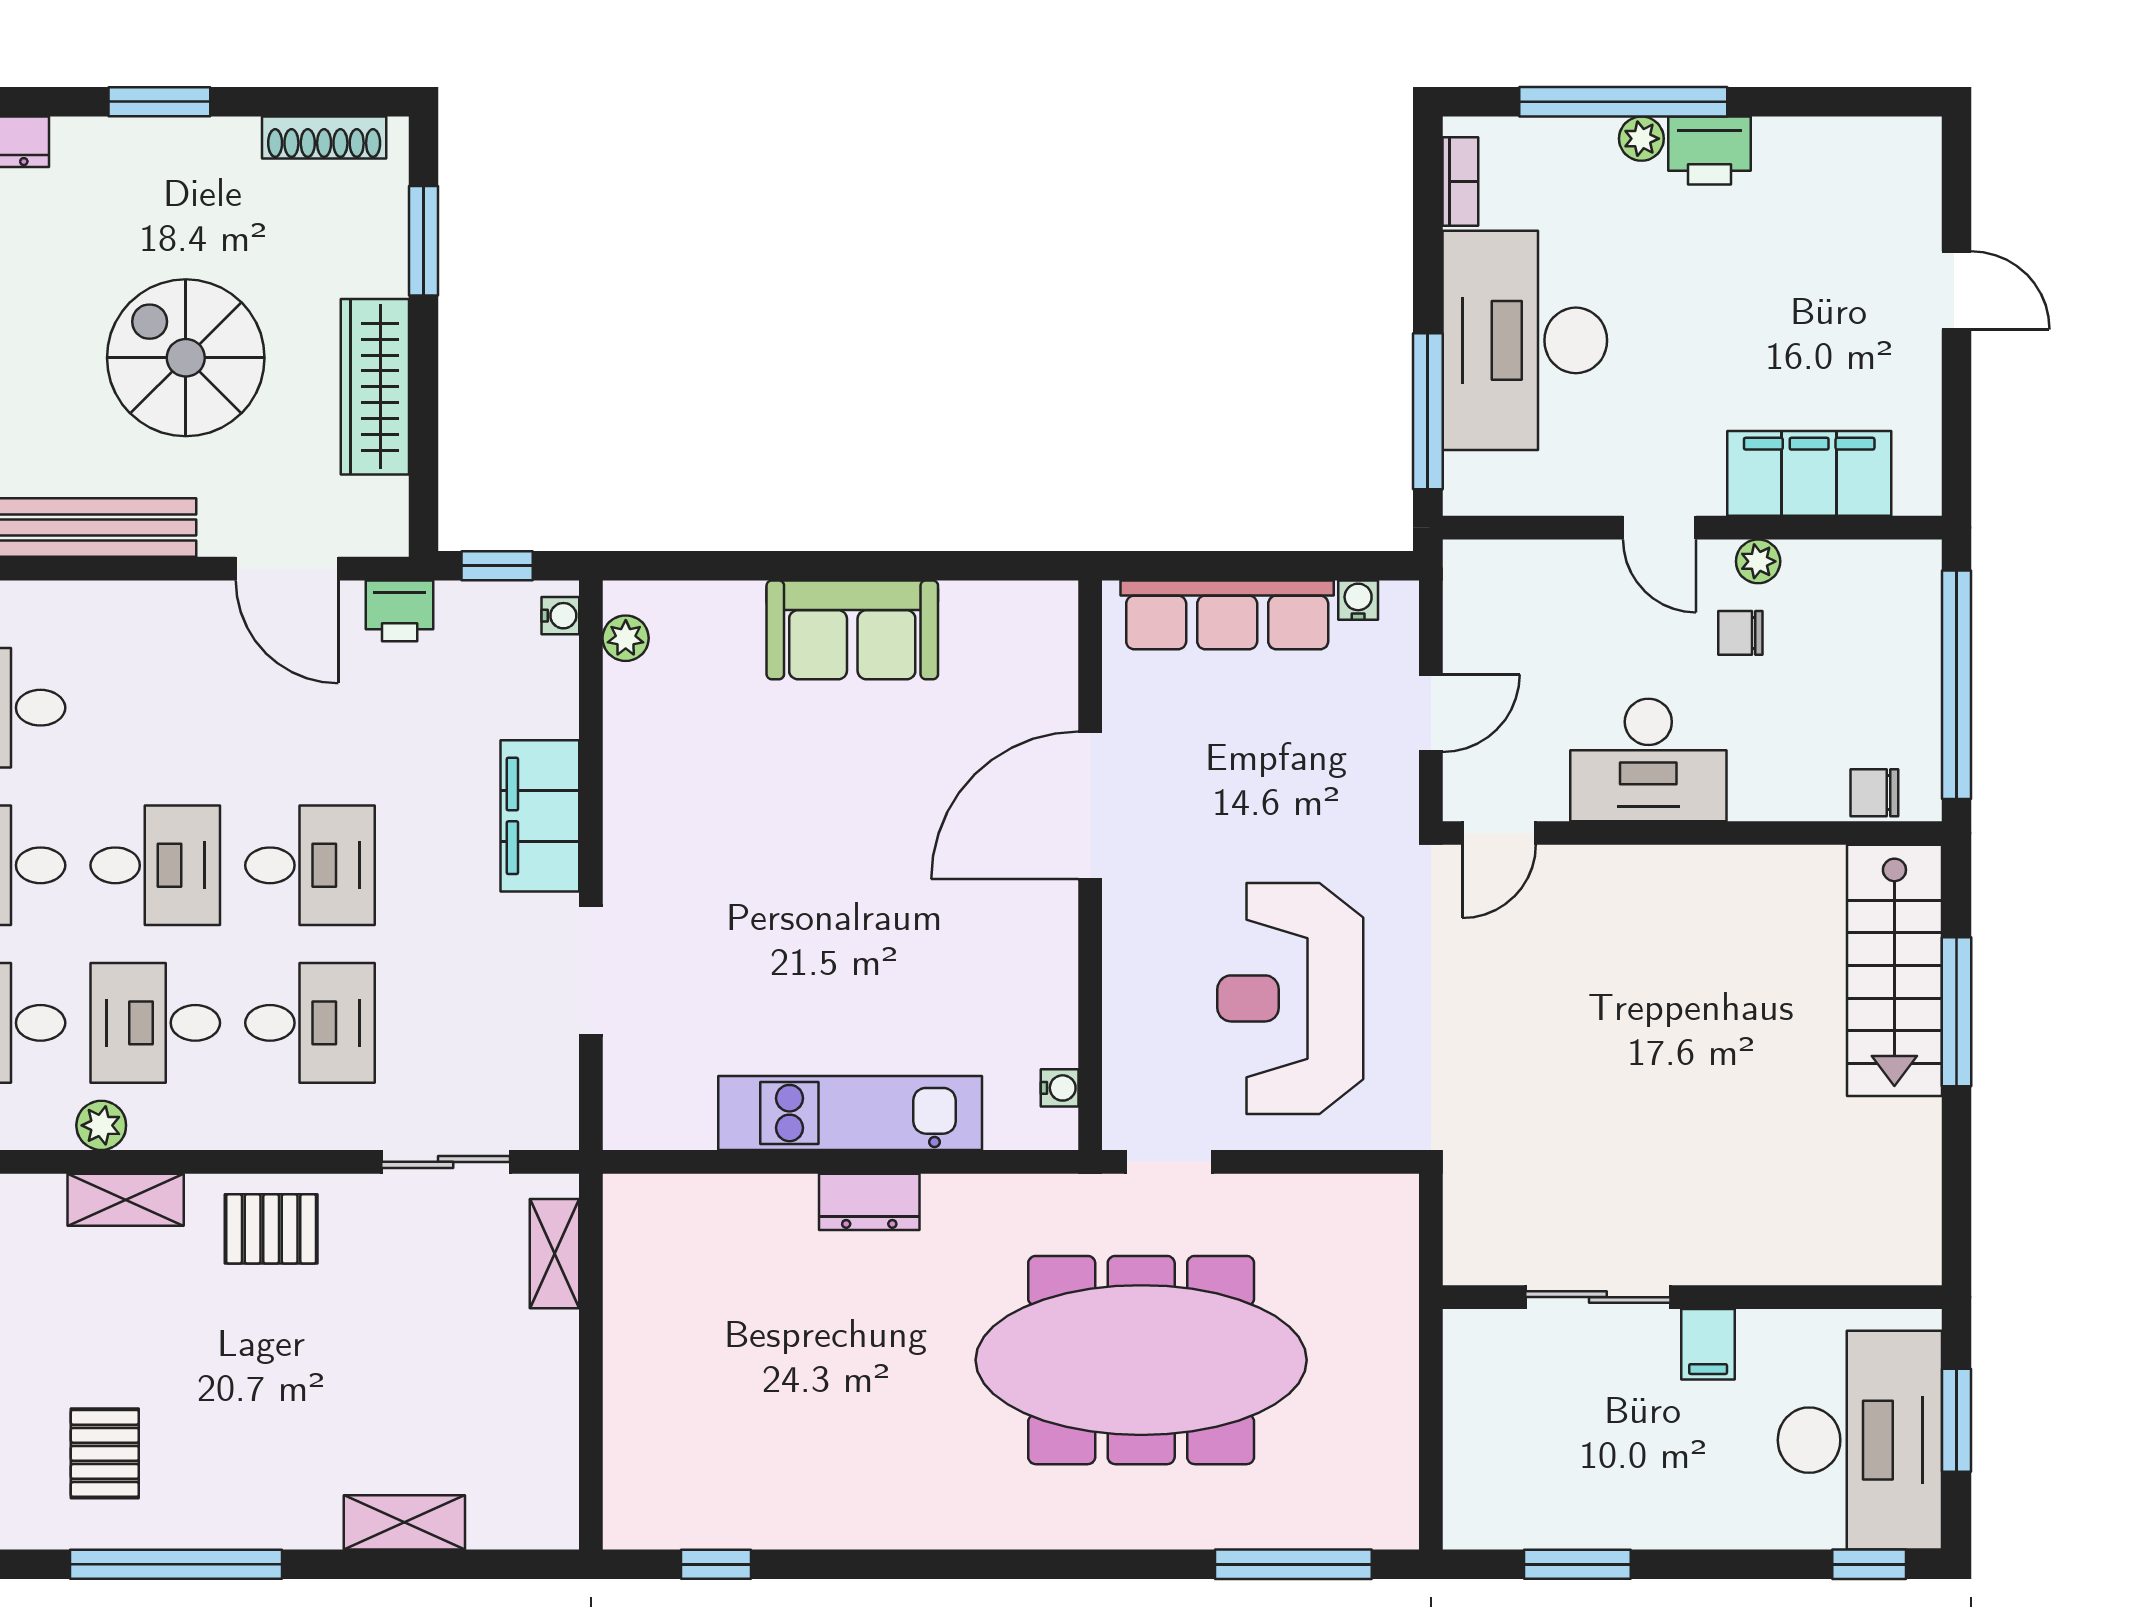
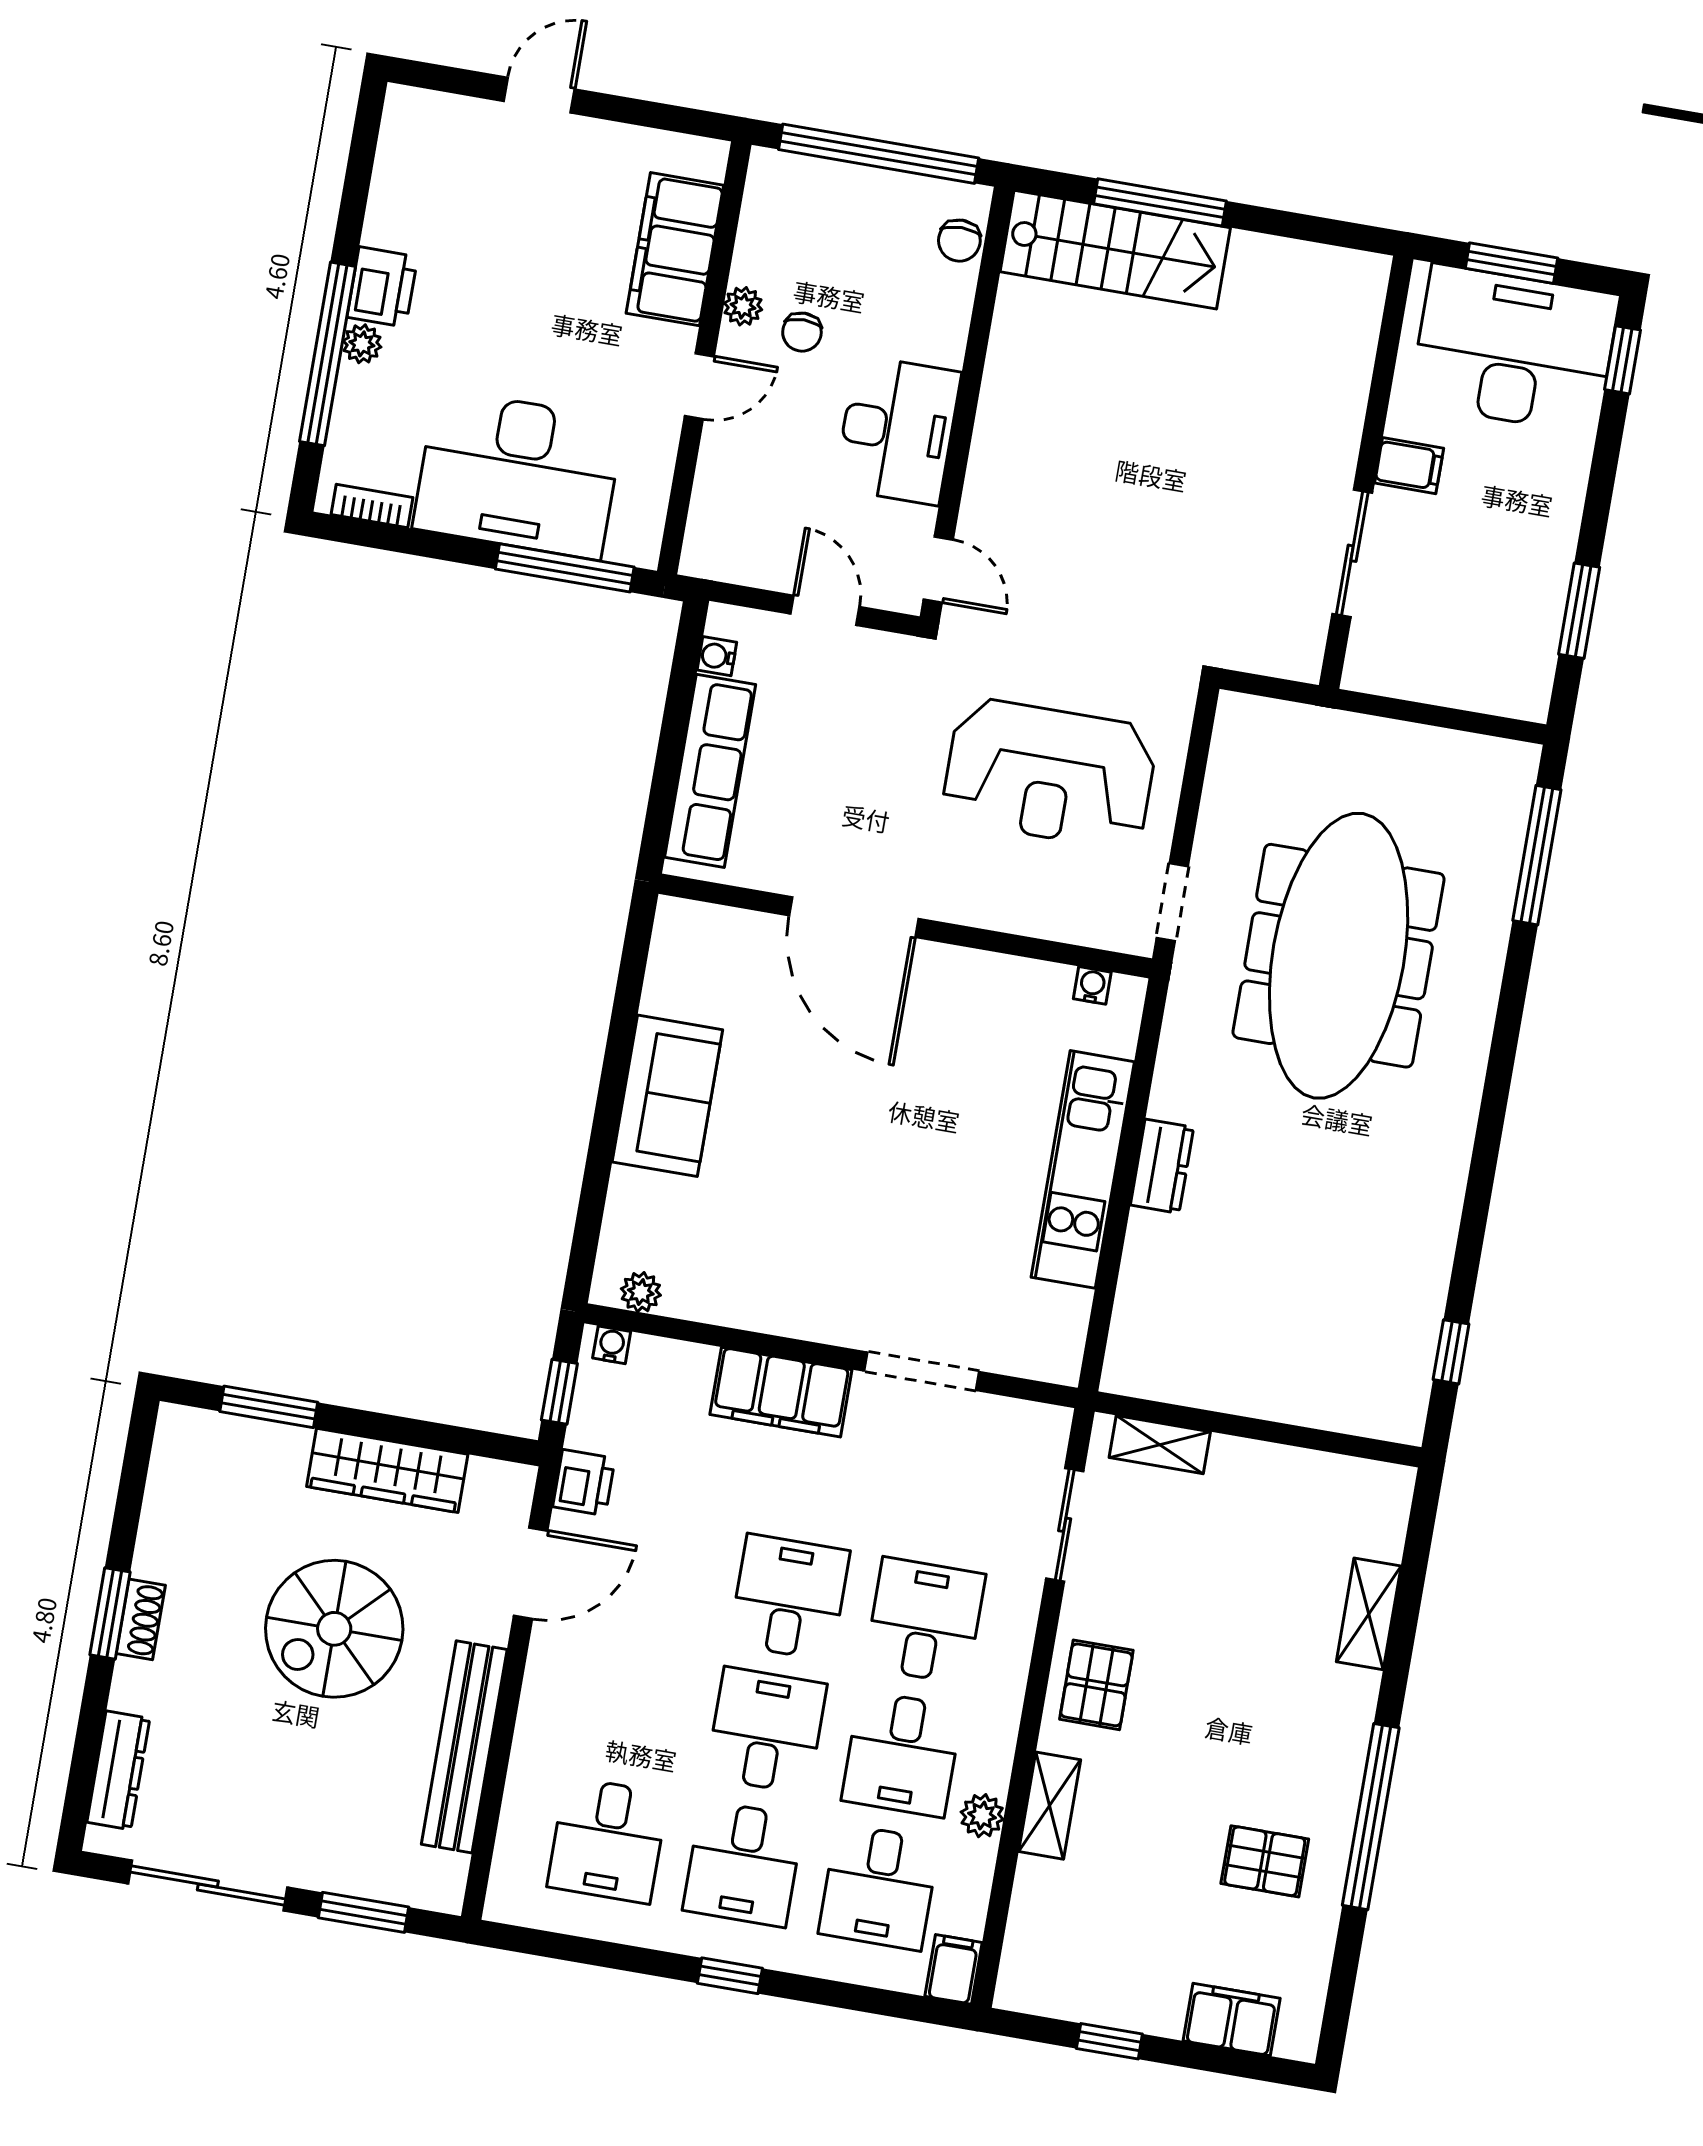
shoe rack: (324, 138) -> (141, 1619), moved, width x0.70

